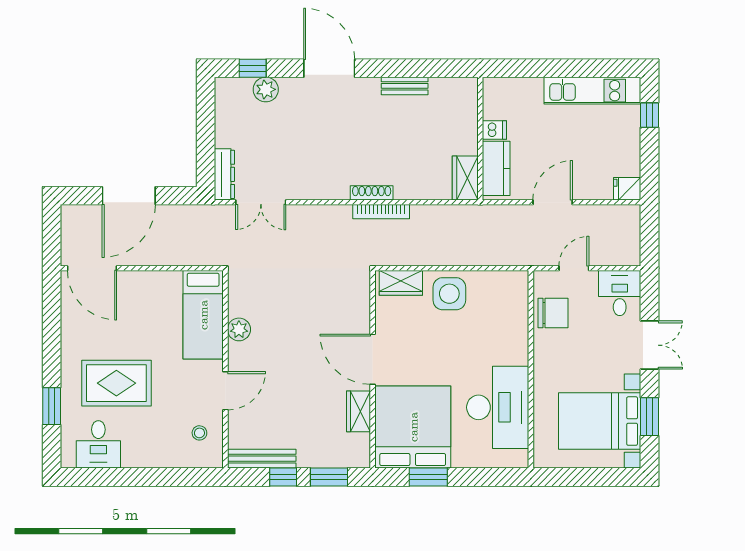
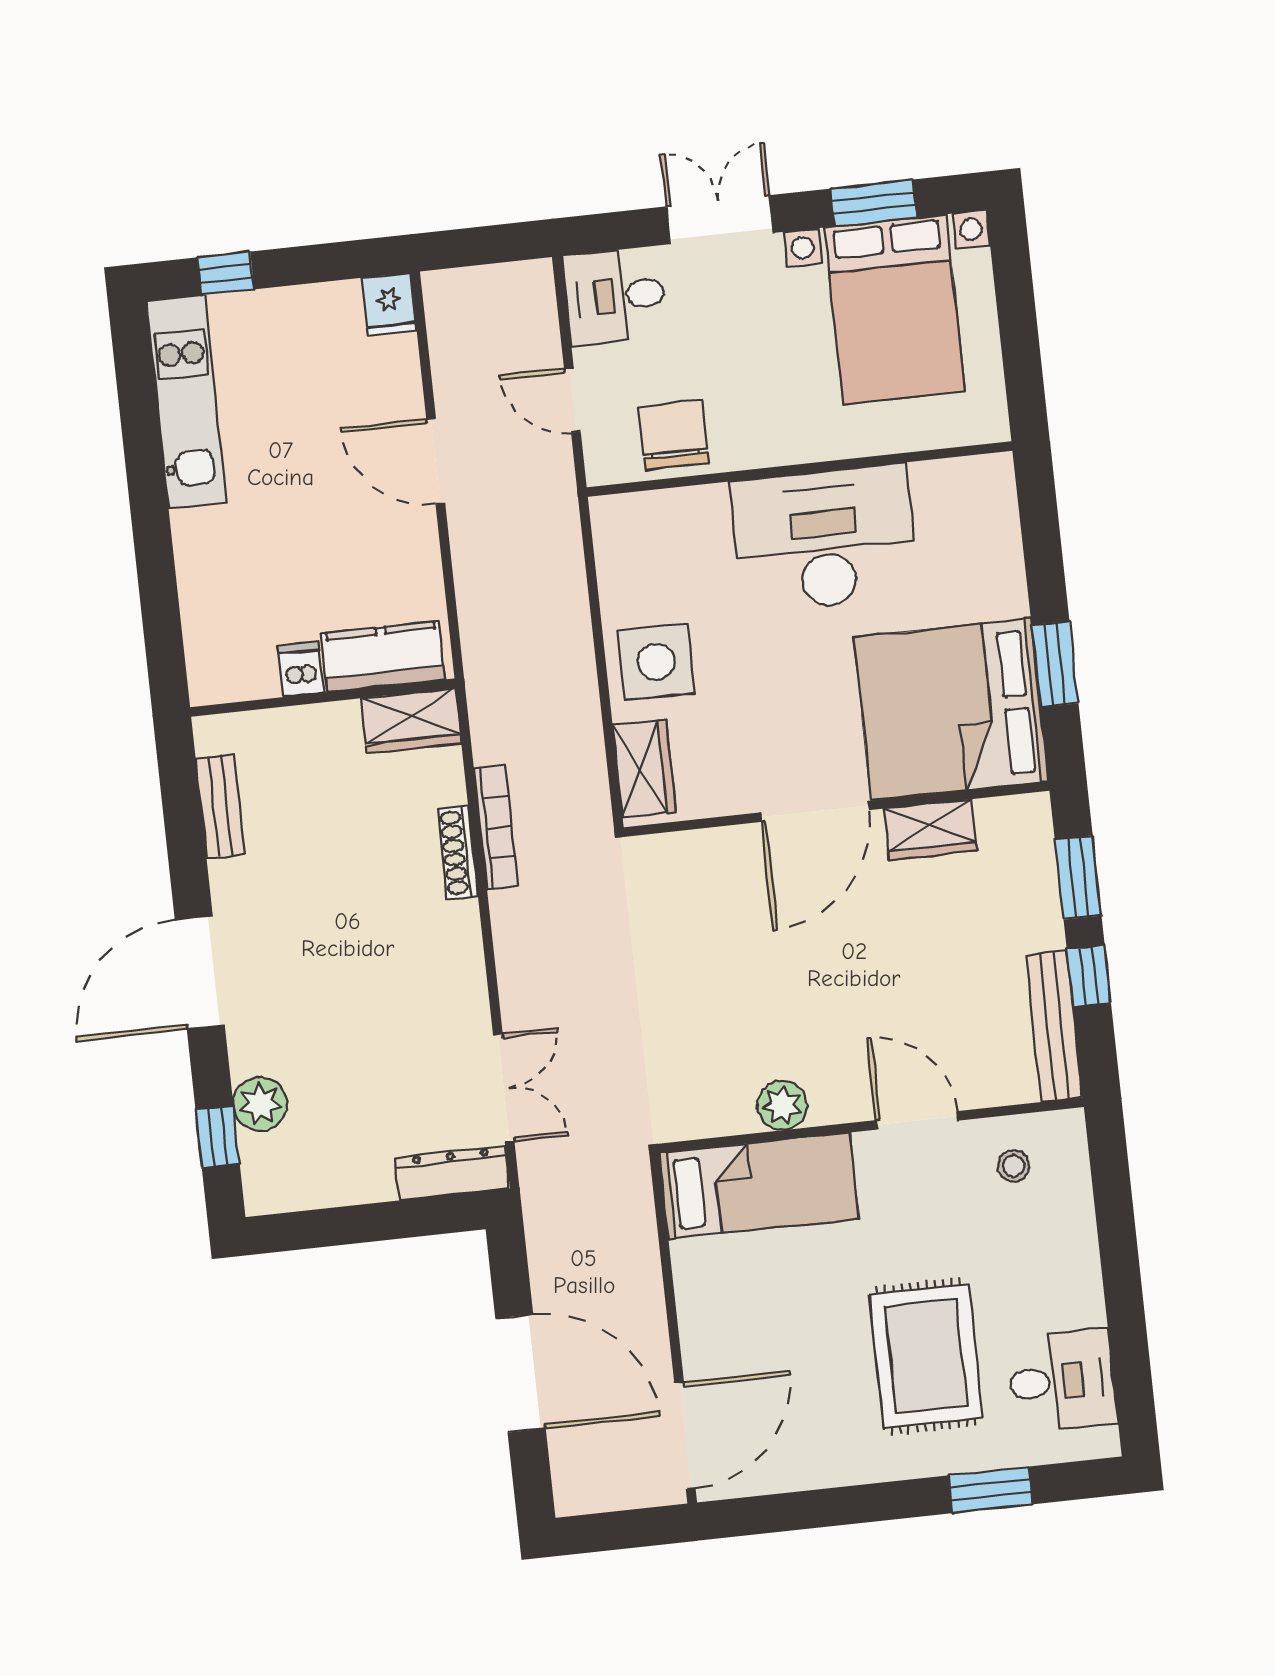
dishwasher: (494, 130) -> (301, 669), moved
wall: (480, 139) -> (323, 698), moved
kitchen counter: (496, 168) -> (383, 657), moved
wardrobe: (465, 178) -> (411, 721), moved
desk: (498, 407) -> (825, 538), moved

